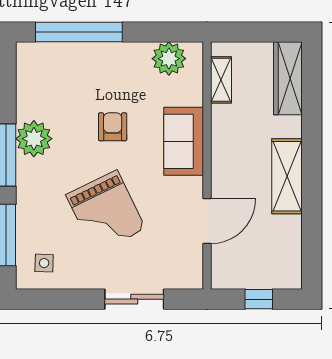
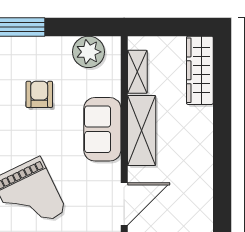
armchair: (113, 127) -> (39, 94), moved
shelving: (287, 176) -> (142, 130), moved

